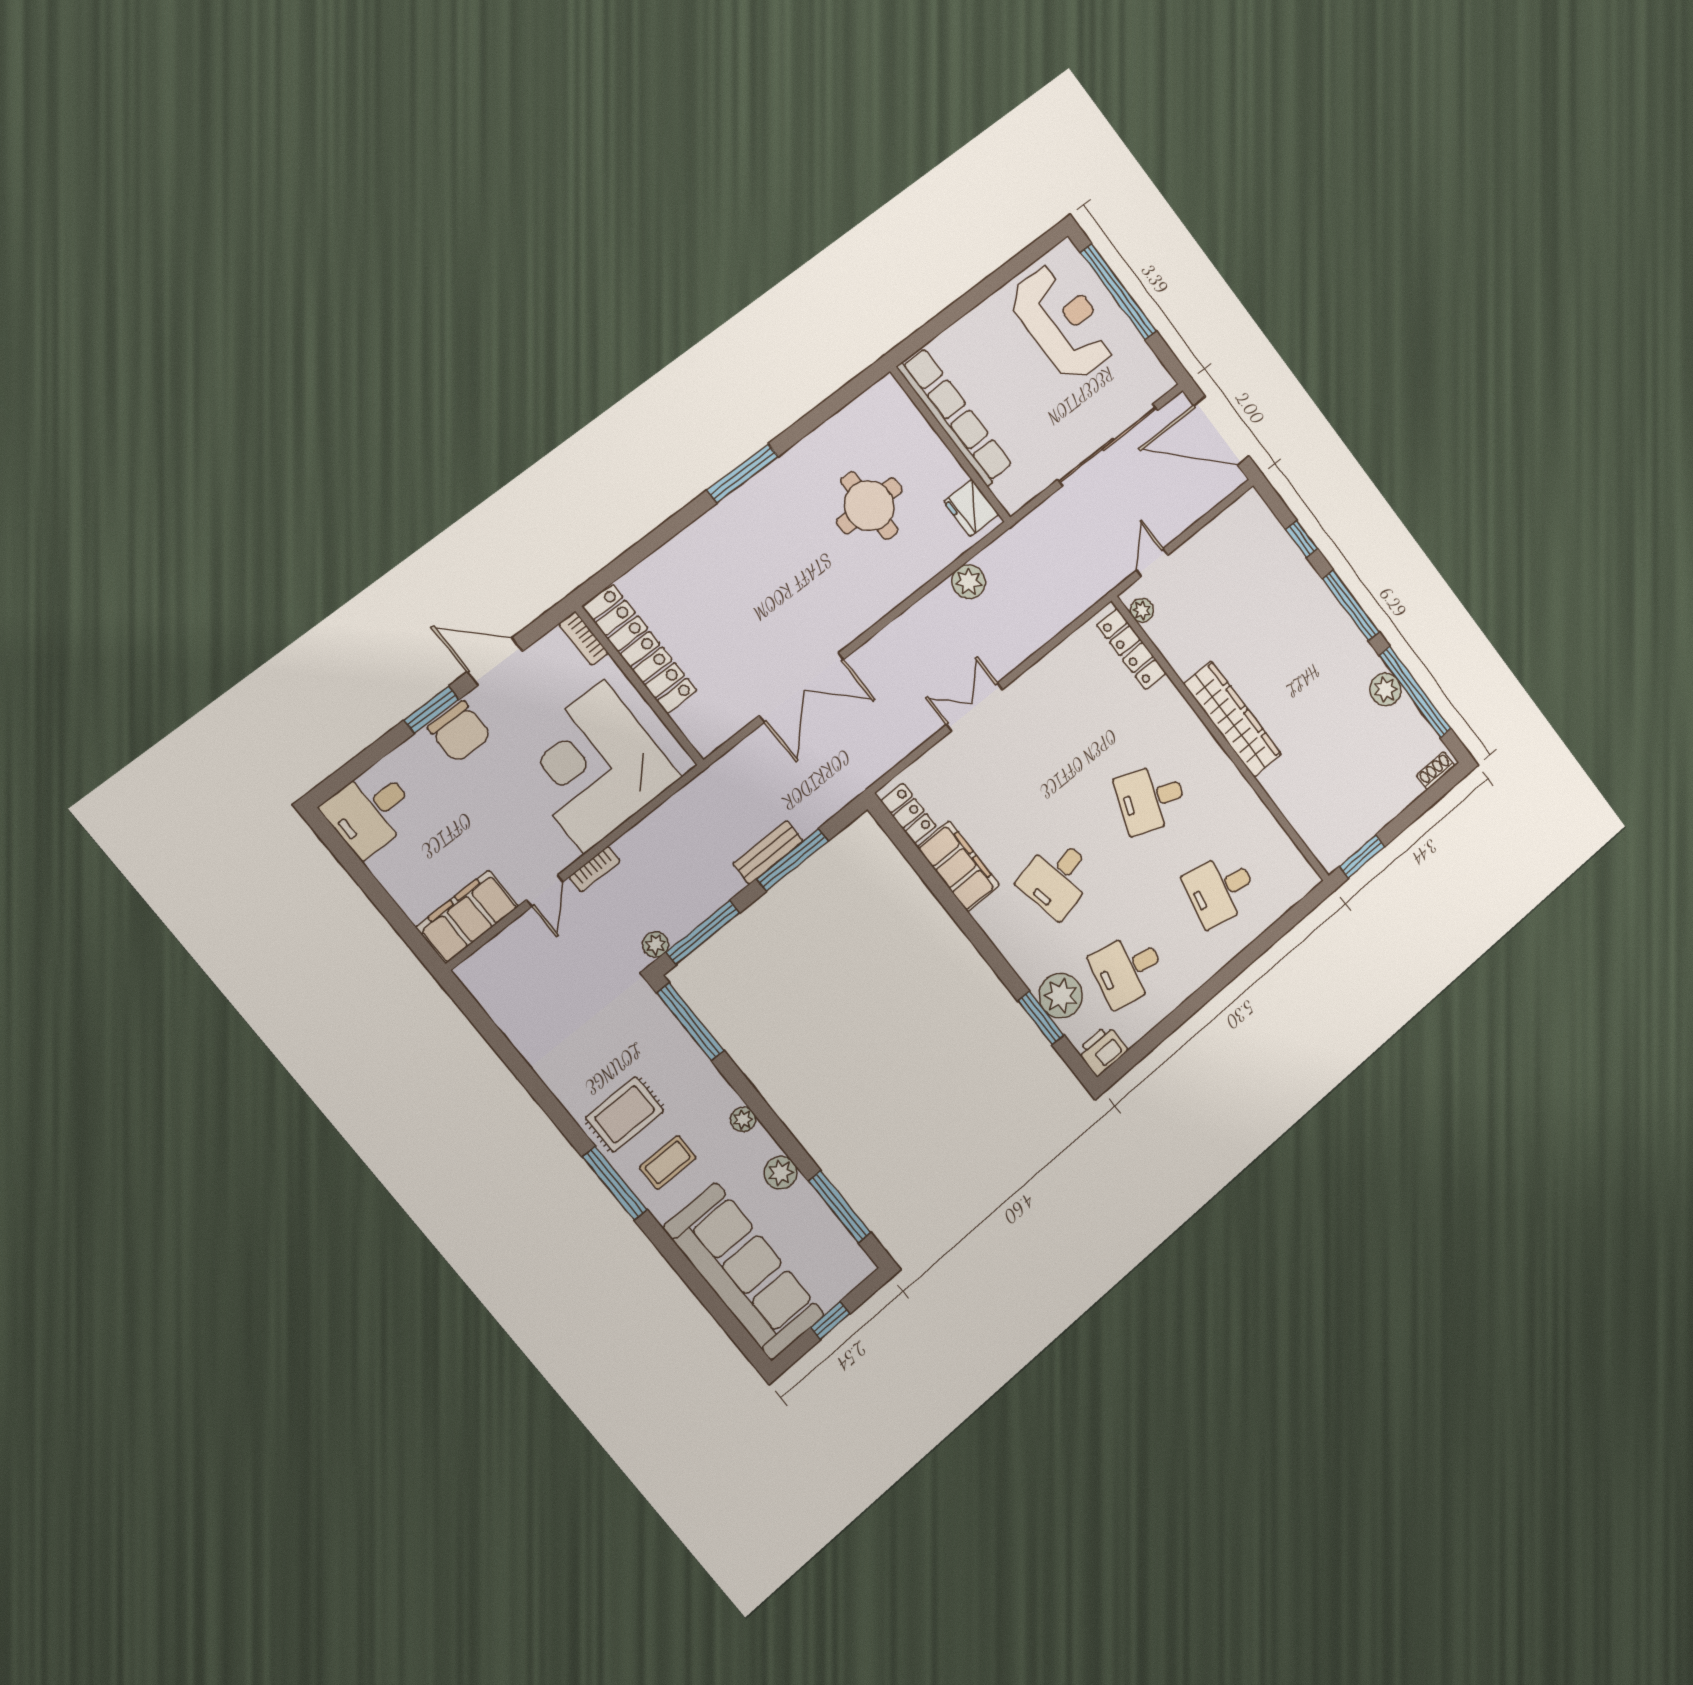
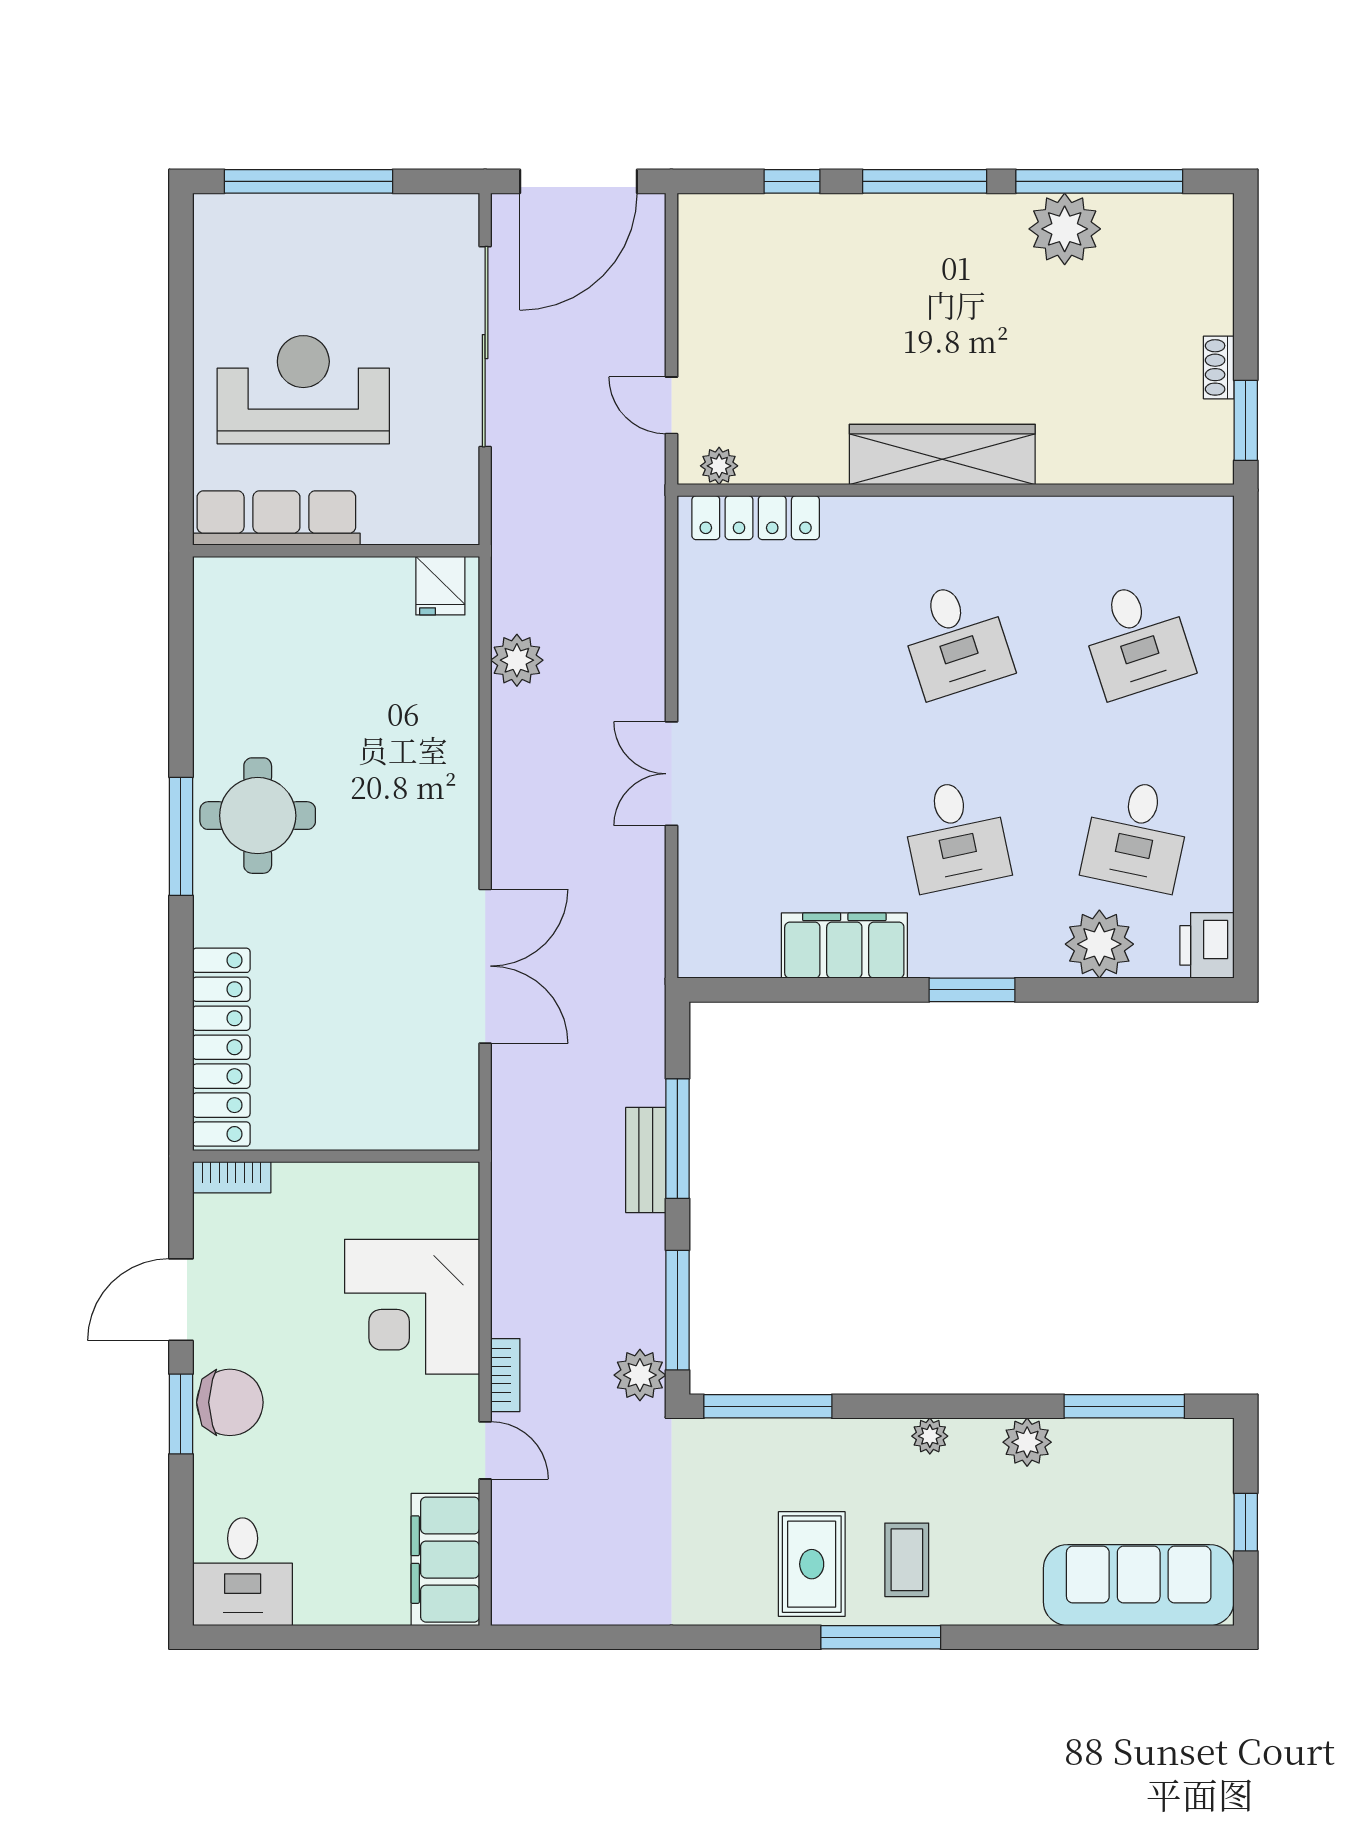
reception desk: (1063, 322) -> (303, 390), moved
row of seats: (955, 417) -> (276, 518), width x0.73
round table: (869, 506) -> (258, 816), moved
fridge: (971, 508) -> (440, 586), width x0.72
locker: (640, 649) -> (221, 1047), moved, turned 90
plant: (1385, 689) -> (1065, 229), width x1.36, depth x1.36
corner desk: (594, 766) -> (412, 1307), width x0.74, depth x0.74
shoe rack: (1436, 771) -> (1219, 367), moved
desk: (1151, 799) -> (956, 639), turned -39
locker: (909, 813) -> (734, 956), removed
desk: (1221, 889) -> (1136, 639), turned -30
plant: (655, 944) -> (640, 1375), width x1.38, depth x1.38
window: (1041, 1018) -> (972, 990), moved
sofa: (744, 1271) -> (1139, 1585), width x0.74, depth x0.79

